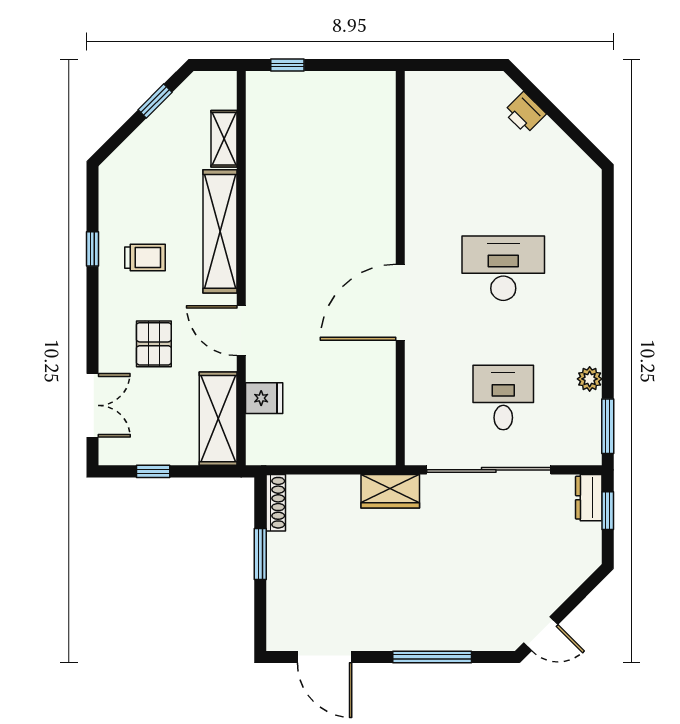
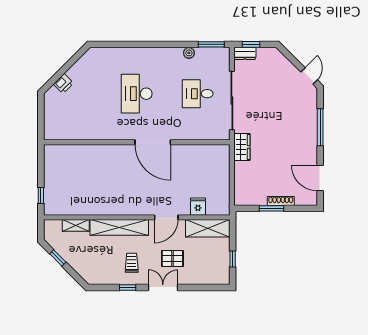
double door: (92, 405) -> (163, 288), moved
shoe rack: (276, 503) -> (281, 201), moved
door: (325, 657) -> (320, 178), swing flipped

